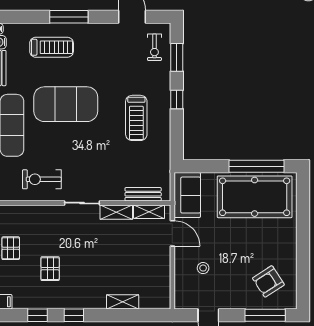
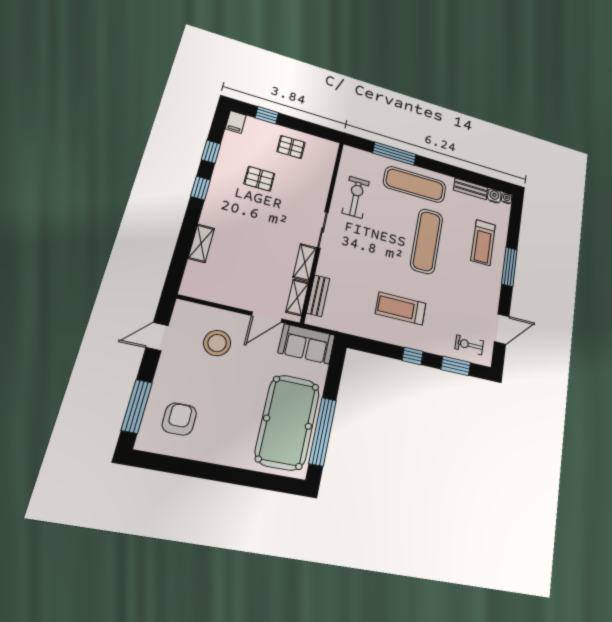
exercise mat: (66, 104) -> (427, 241), width x0.68
stool: (203, 268) -> (217, 343), width x1.89, depth x1.89
armchair: (268, 281) -> (179, 419), turned 33

